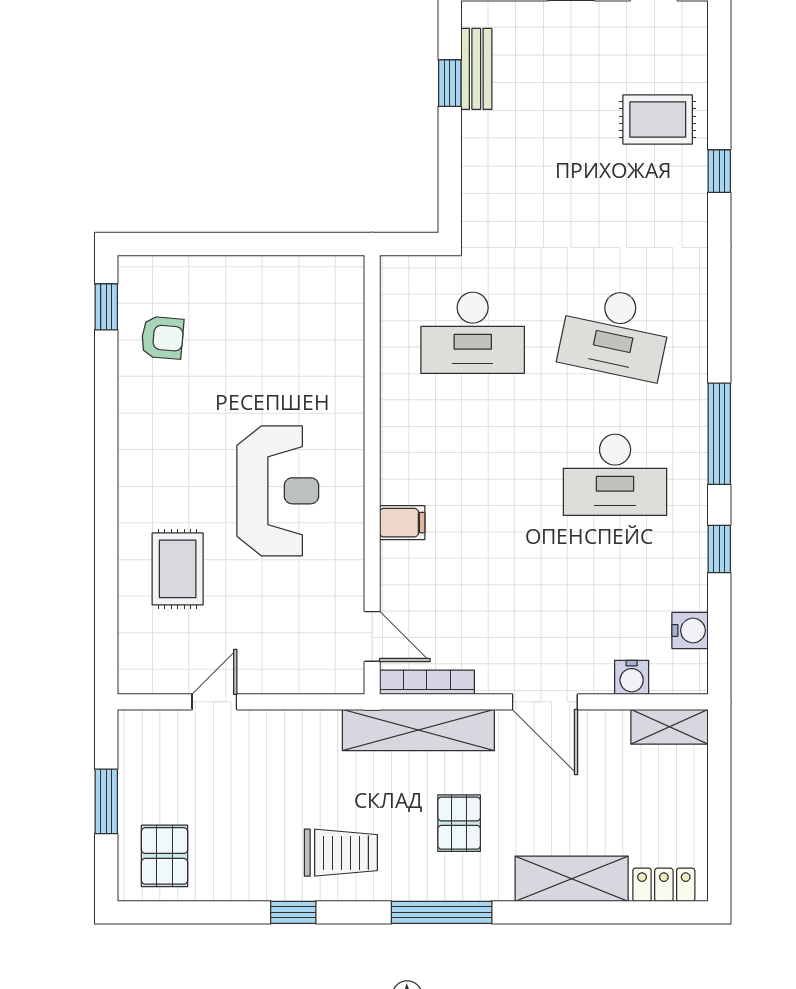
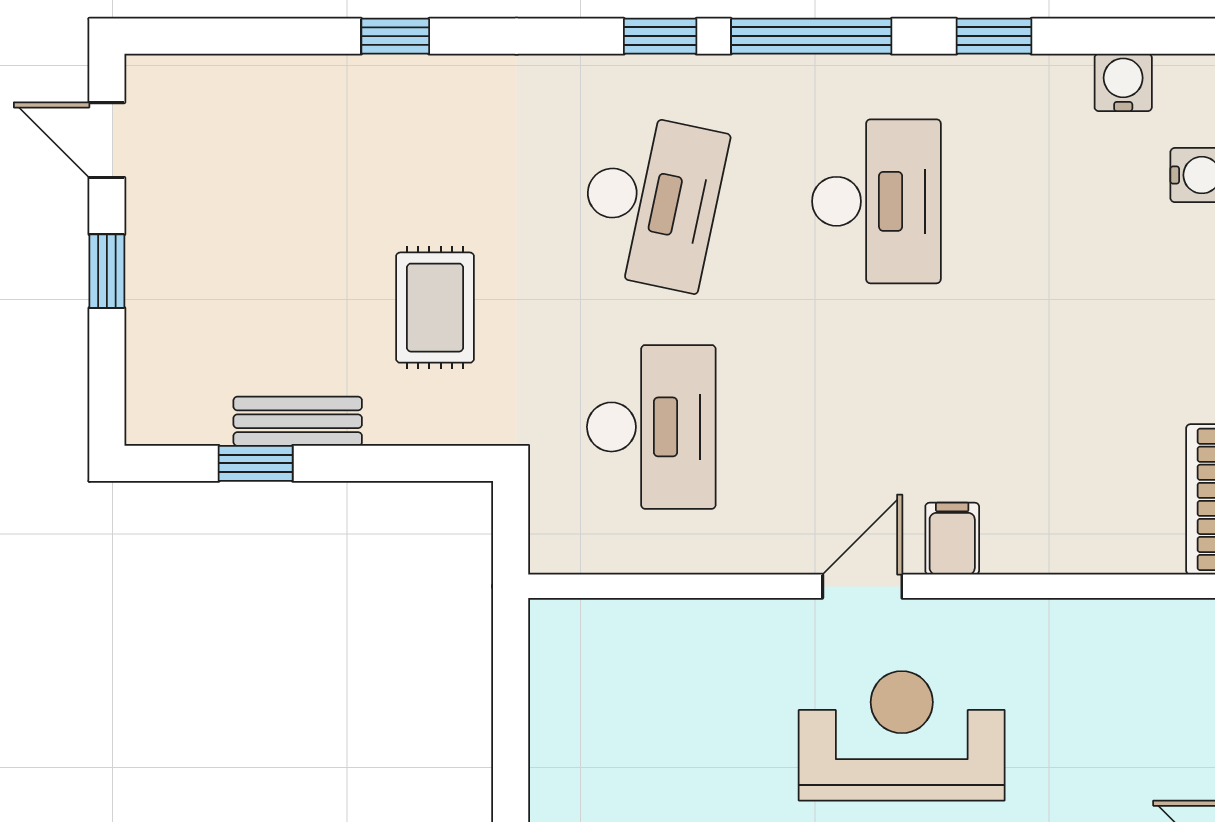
bench: (476, 69) -> (298, 421), moved
rug: (658, 120) -> (435, 308), moved
window: (719, 338) -> (660, 36), added
door: (372, 636) -> (862, 586), moved

